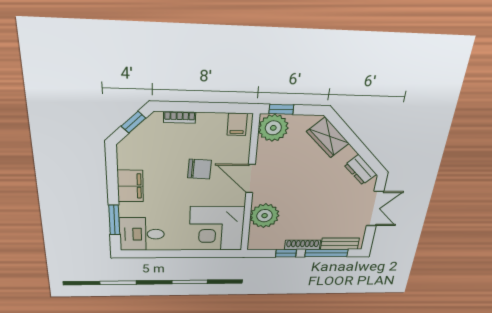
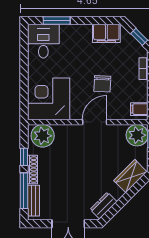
filing cabinet: (130, 186) -> (106, 33), moved
plant: (265, 216) -> (43, 136), moved

